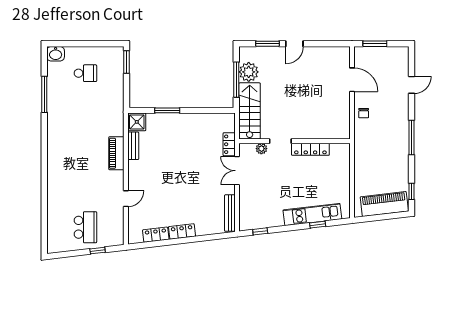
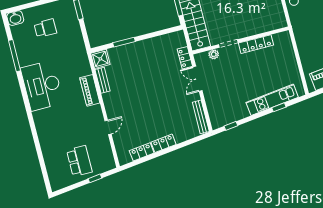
desk: (66, 135) -> (42, 86), added

